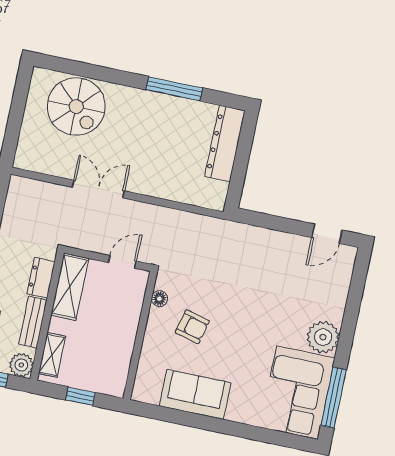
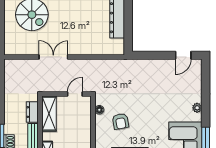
armchair: (192, 327) -> (120, 121), turned 65
plant: (323, 337) -> (197, 108), width x0.53, depth x0.53

